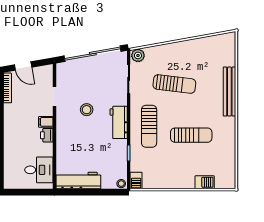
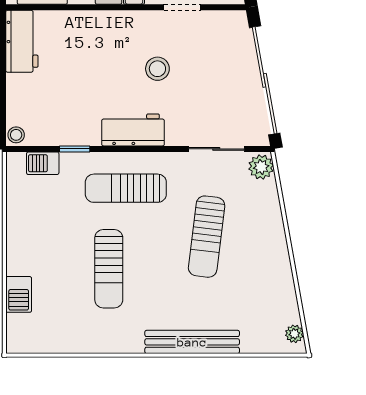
plant: (225, 38) -> (294, 334), added
workbench: (78, 181) -> (22, 41), width x0.73
barbecue: (136, 181) -> (43, 163), moved

